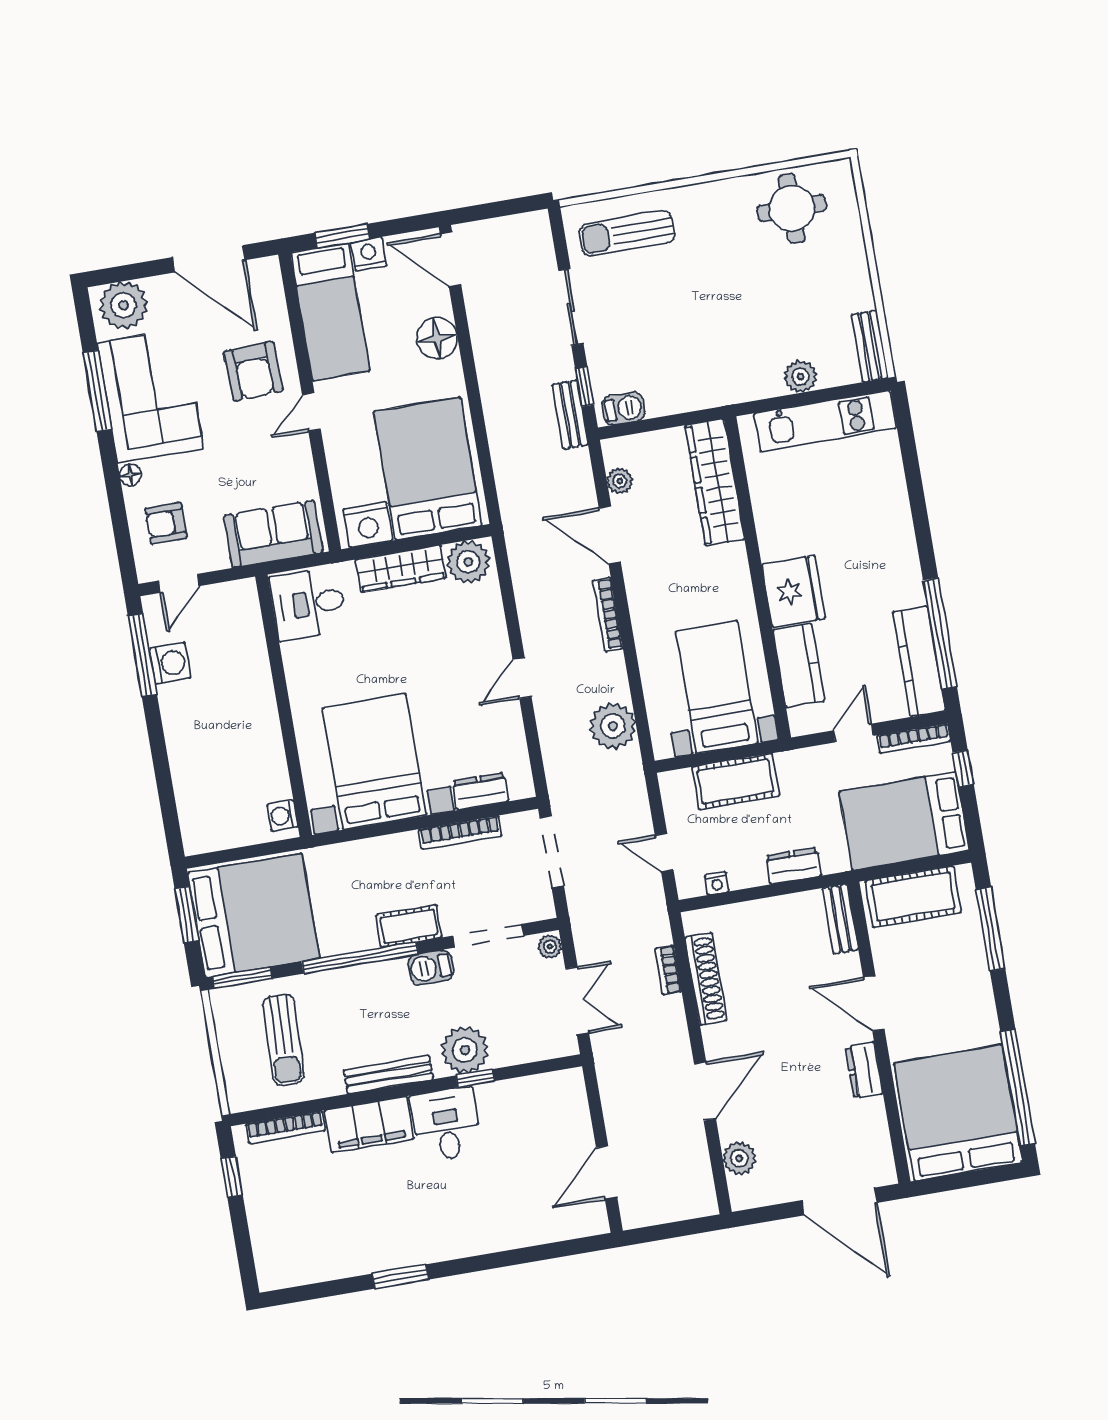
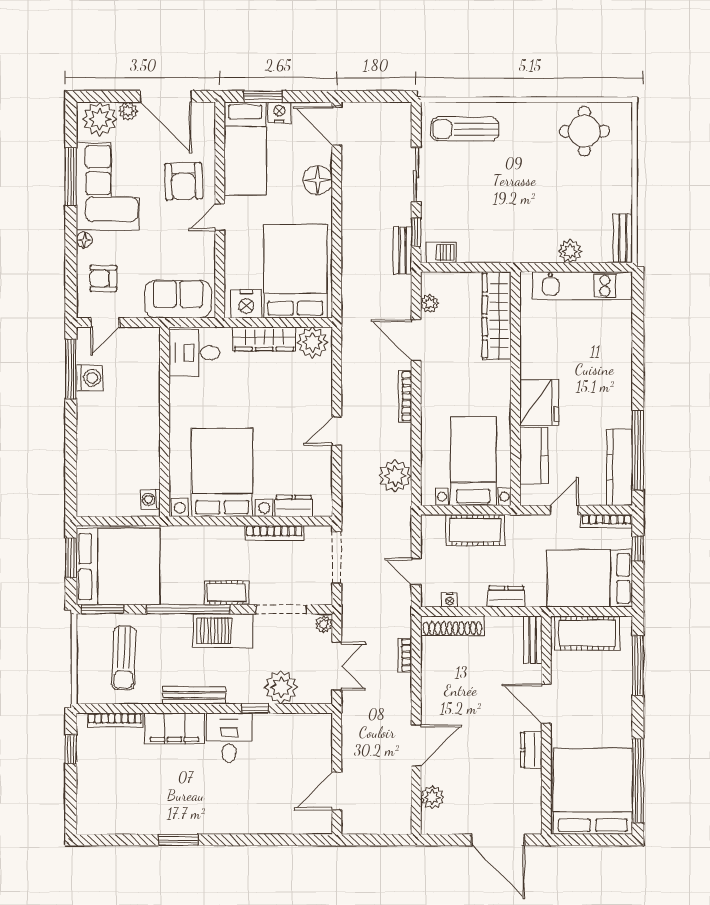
plant: (160, 288) -> (128, 111), added
barbecue: (431, 968) -> (223, 631), width x1.88, depth x1.53
shoe rack: (706, 979) -> (452, 626), moved, turned 90
plant: (465, 1050) -> (281, 687), moved

